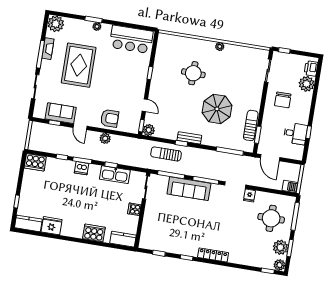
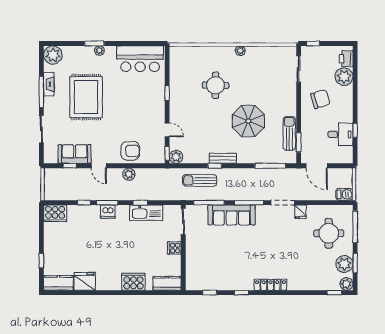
chair: (283, 100) -> (320, 99), turned -107

